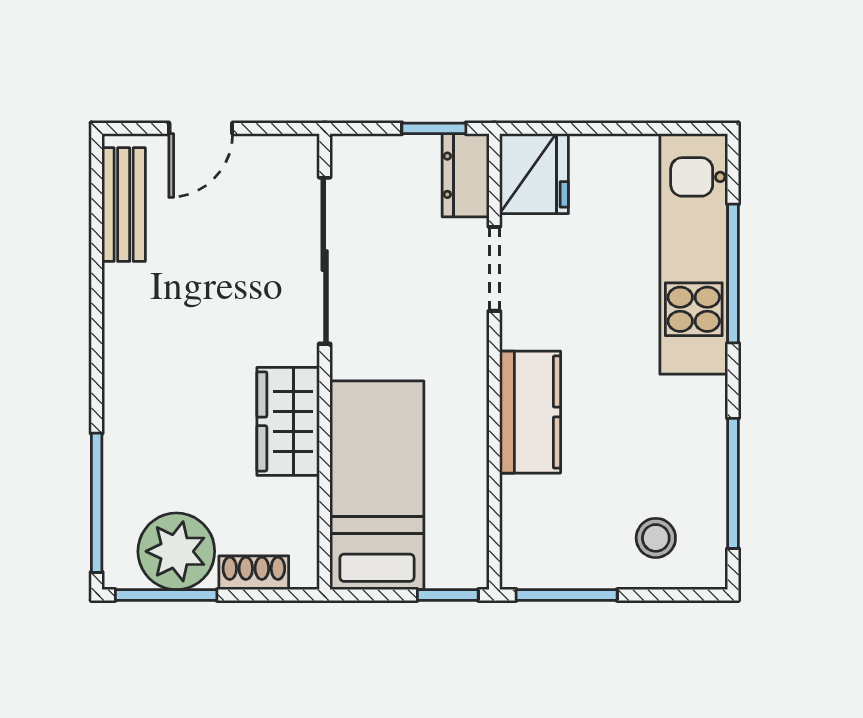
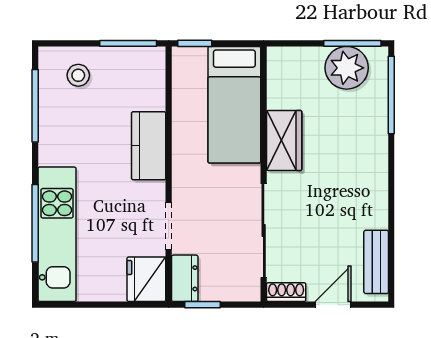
shoe rack: (254, 573) -> (286, 292), moved, turned 180

